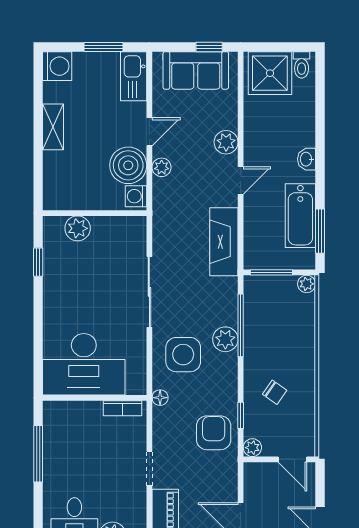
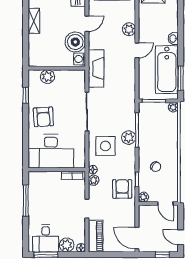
plant: (162, 167) -> (94, 180), moved
bathtub: (300, 216) -> (167, 70), width x1.36, depth x1.36
fireplace: (224, 242) -> (96, 69), moved, turned 180
armchair: (70, 302) -> (43, 117), added

